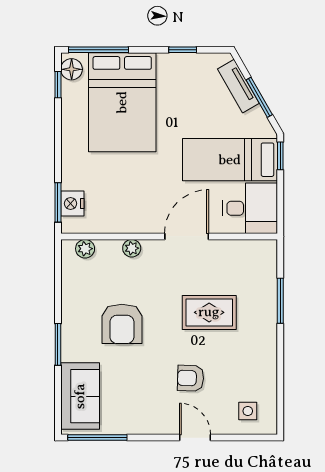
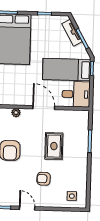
door: (187, 236) -> (44, 108), hinge flipped
rug: (209, 312) -> (54, 146), turned 90
door: (195, 438) -> (27, 208), moved

